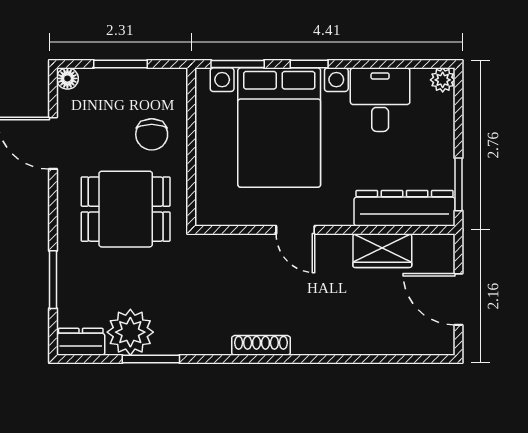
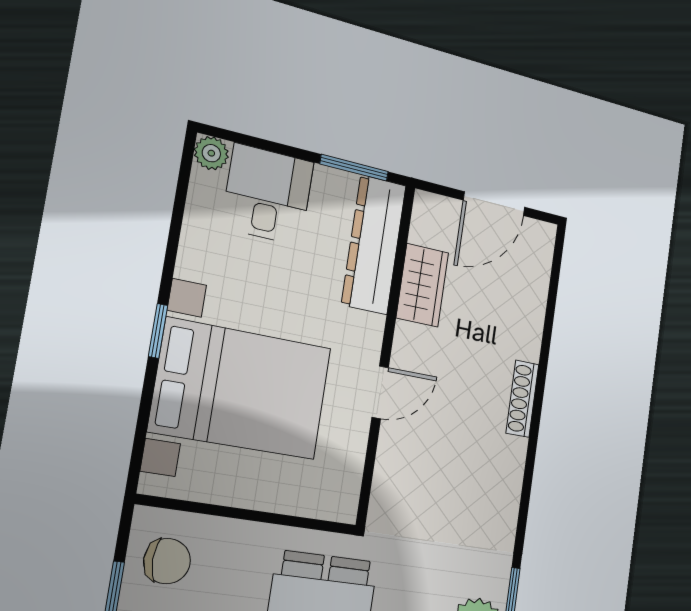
window: (238, 64) -> (141, 432), removed
desk: (380, 100) -> (268, 194), moved, turned 90
chair: (152, 134) -> (167, 561), moved
shoe rack: (261, 345) -> (522, 399), moved

